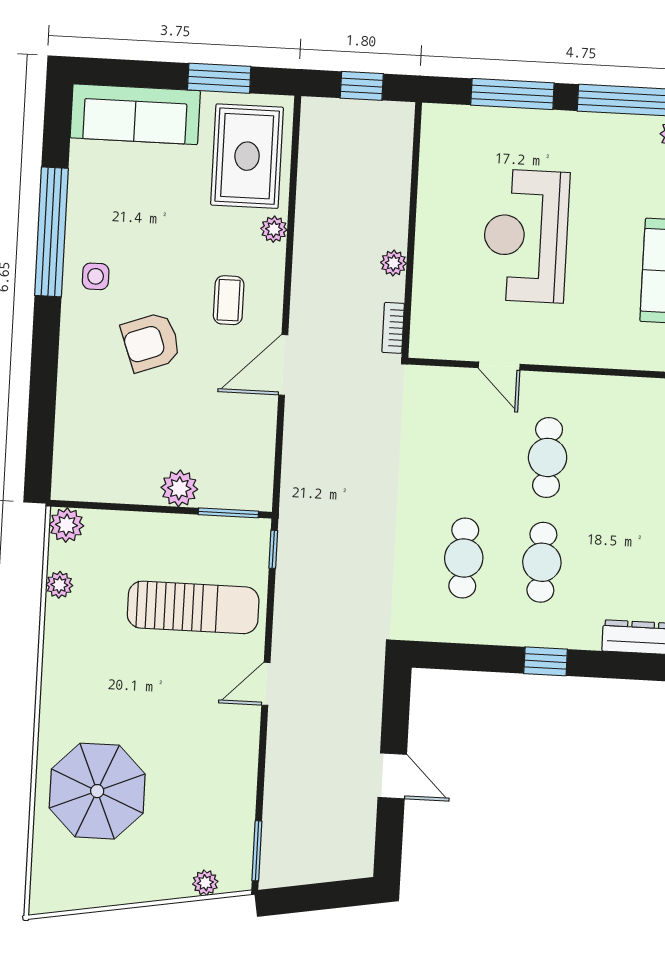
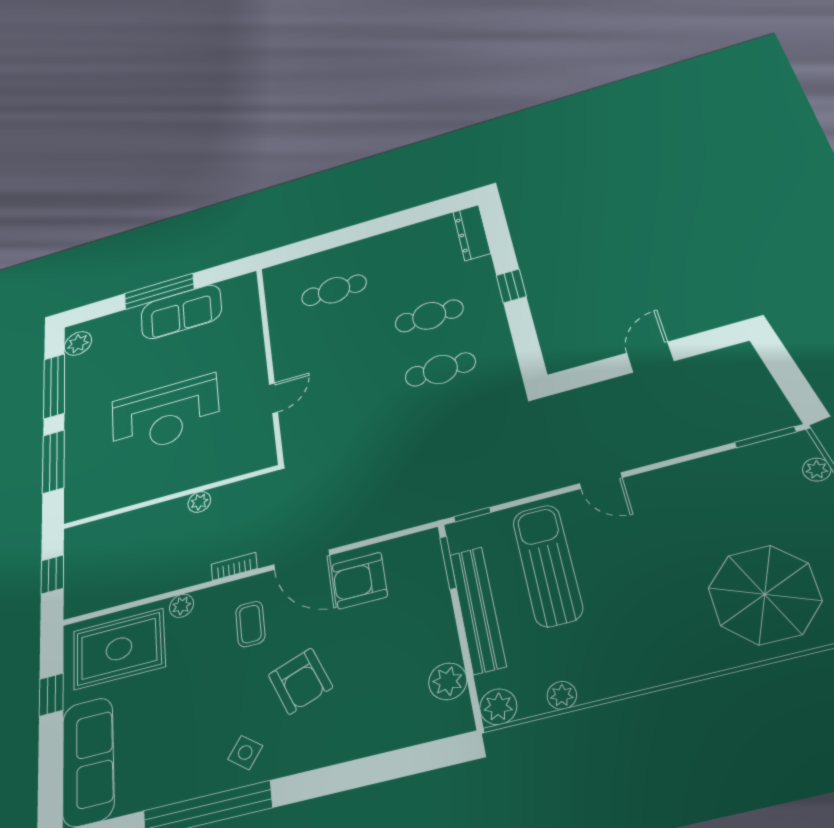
window: (219, 78) -> (51, 695), width x0.67
side table: (96, 276) -> (245, 753), turned 37
coffee table: (229, 300) -> (250, 624), turned 90
bookcase: (393, 328) -> (234, 566), moved, turned 180
armchair: (239, 421) -> (360, 581), added
cafe table: (548, 457) -> (334, 290), moved
plant: (179, 488) -> (448, 681), moved
bench: (169, 530) -> (477, 609), added

